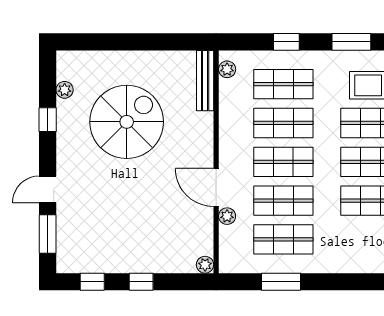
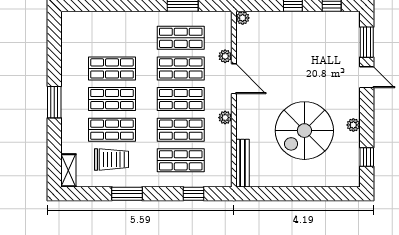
window: (286, 42) -> (194, 194), moved
plant: (227, 69) -> (225, 118), moved
plant: (65, 90) -> (353, 125), moved
window: (48, 120) -> (367, 157), moved
door: (48, 190) -> (367, 77), hinge flipped

